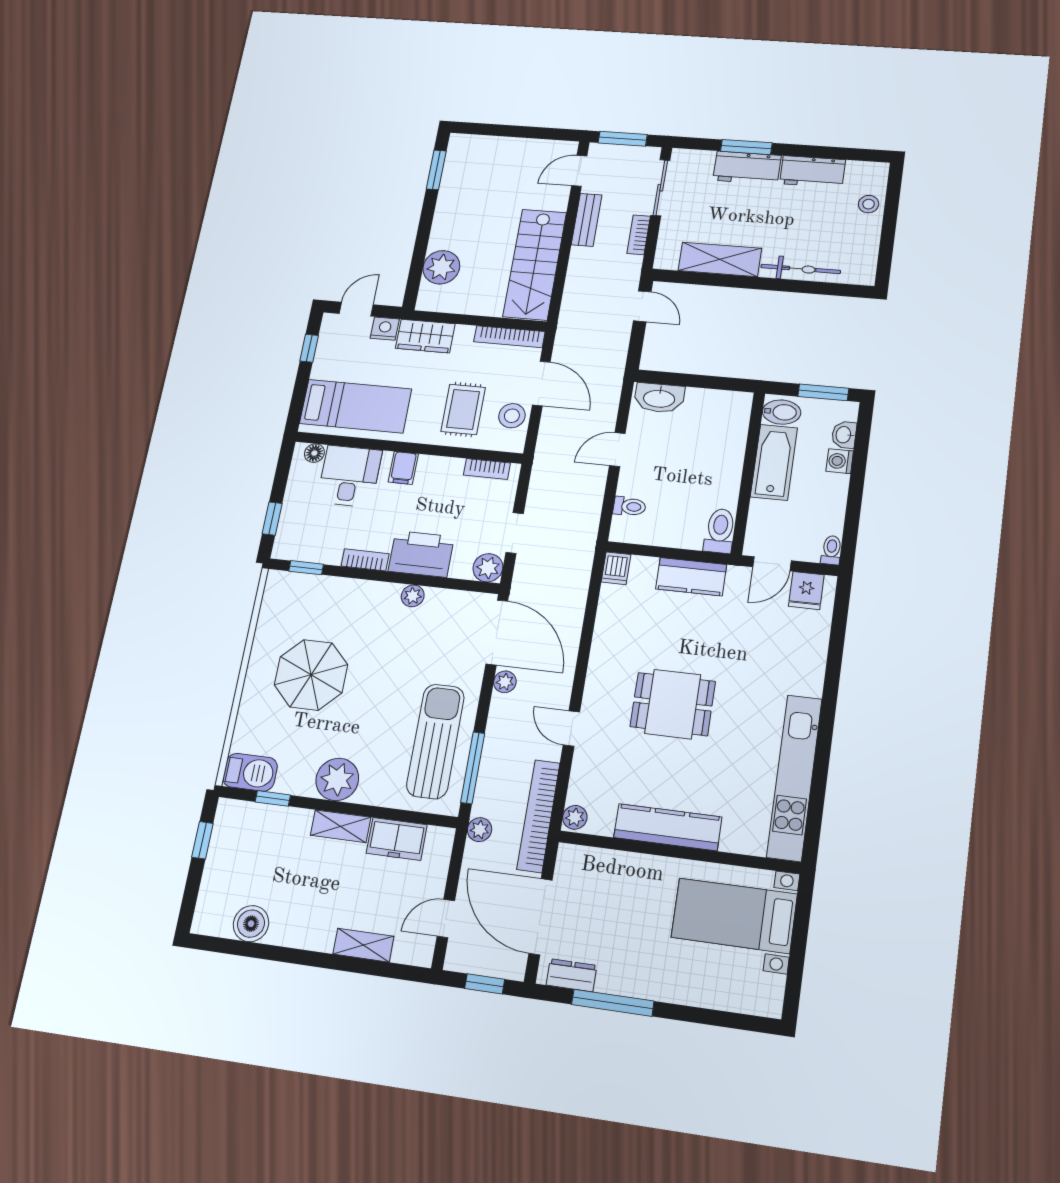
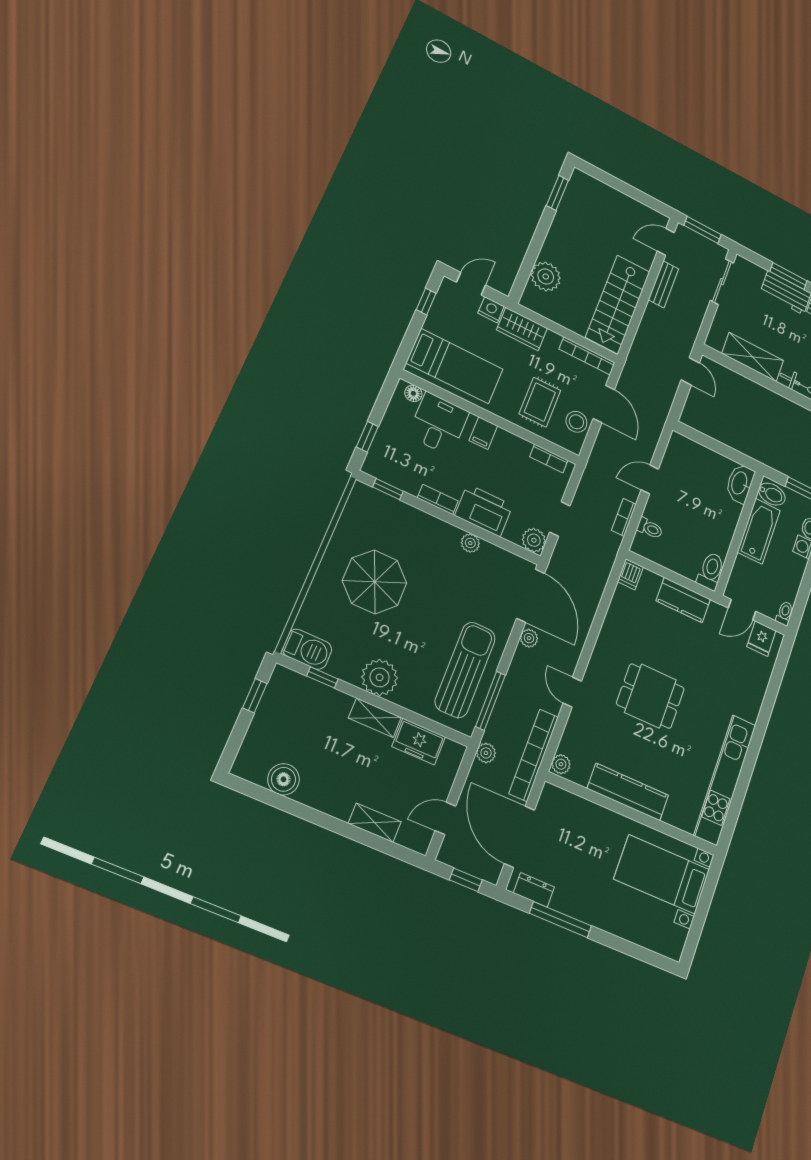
bookcase: (639, 235) -> (624, 517), moved
washbasin: (659, 398) -> (740, 483), moved, turned 90

